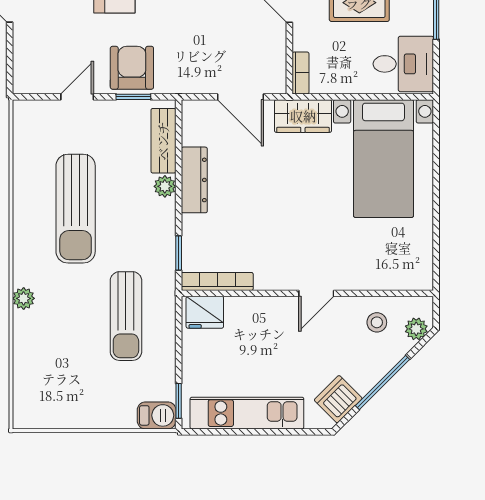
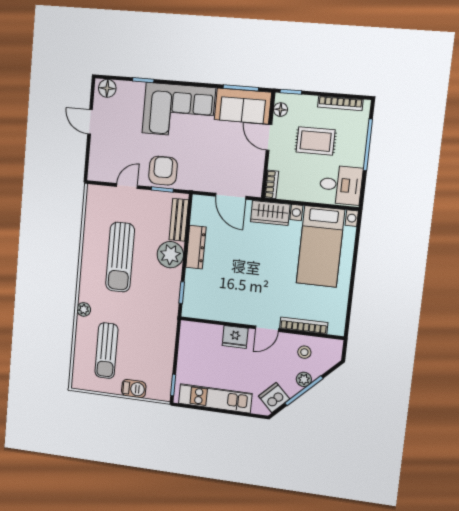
plant: (165, 186) -> (170, 255), width x1.88, depth x1.88
bookcase: (217, 281) -> (304, 325), moved
fridge: (205, 312) -> (235, 337), moved
sun lounger: (126, 316) -> (106, 351), moved
plant: (416, 329) -> (304, 379), moved
barbecue: (157, 415) -> (134, 389), moved

